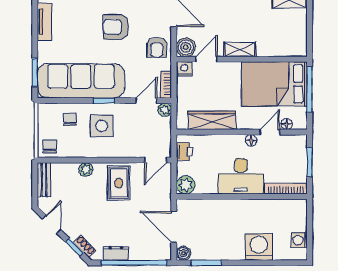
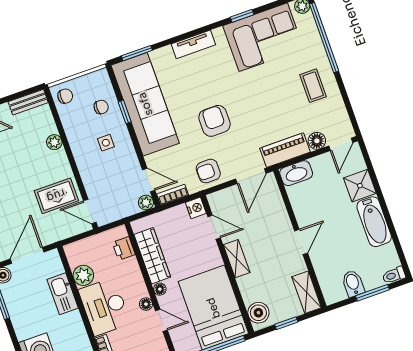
window: (310, 27) -> (286, 323), added
boiler: (186, 47) -> (258, 313), moved
window: (104, 101) -> (125, 112), moved
floor lamp: (287, 124) -> (160, 289), moved
side table: (102, 126) -> (106, 143), width x0.54, depth x0.54
printer: (184, 152) -> (124, 248), moved, turned 90
rug: (119, 183) -> (56, 196), moved
plant: (186, 185) -> (83, 275), moved
kitchen sink: (217, 208) -> (63, 294), added

